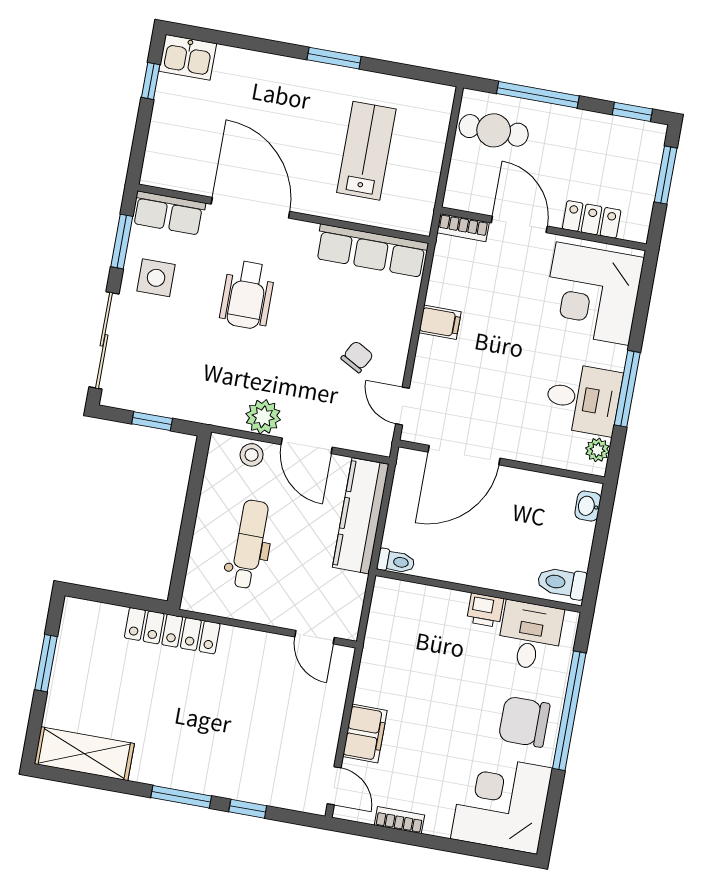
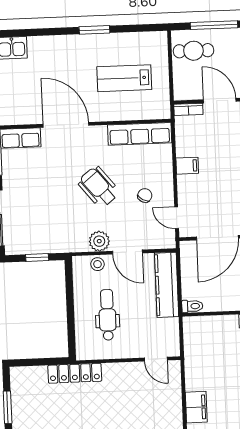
lab bench: (366, 151) -> (124, 78), turned -90
side table: (156, 278) -> (21, 176), removed
wheelchair: (247, 295) -> (99, 187), moved, turned 141

